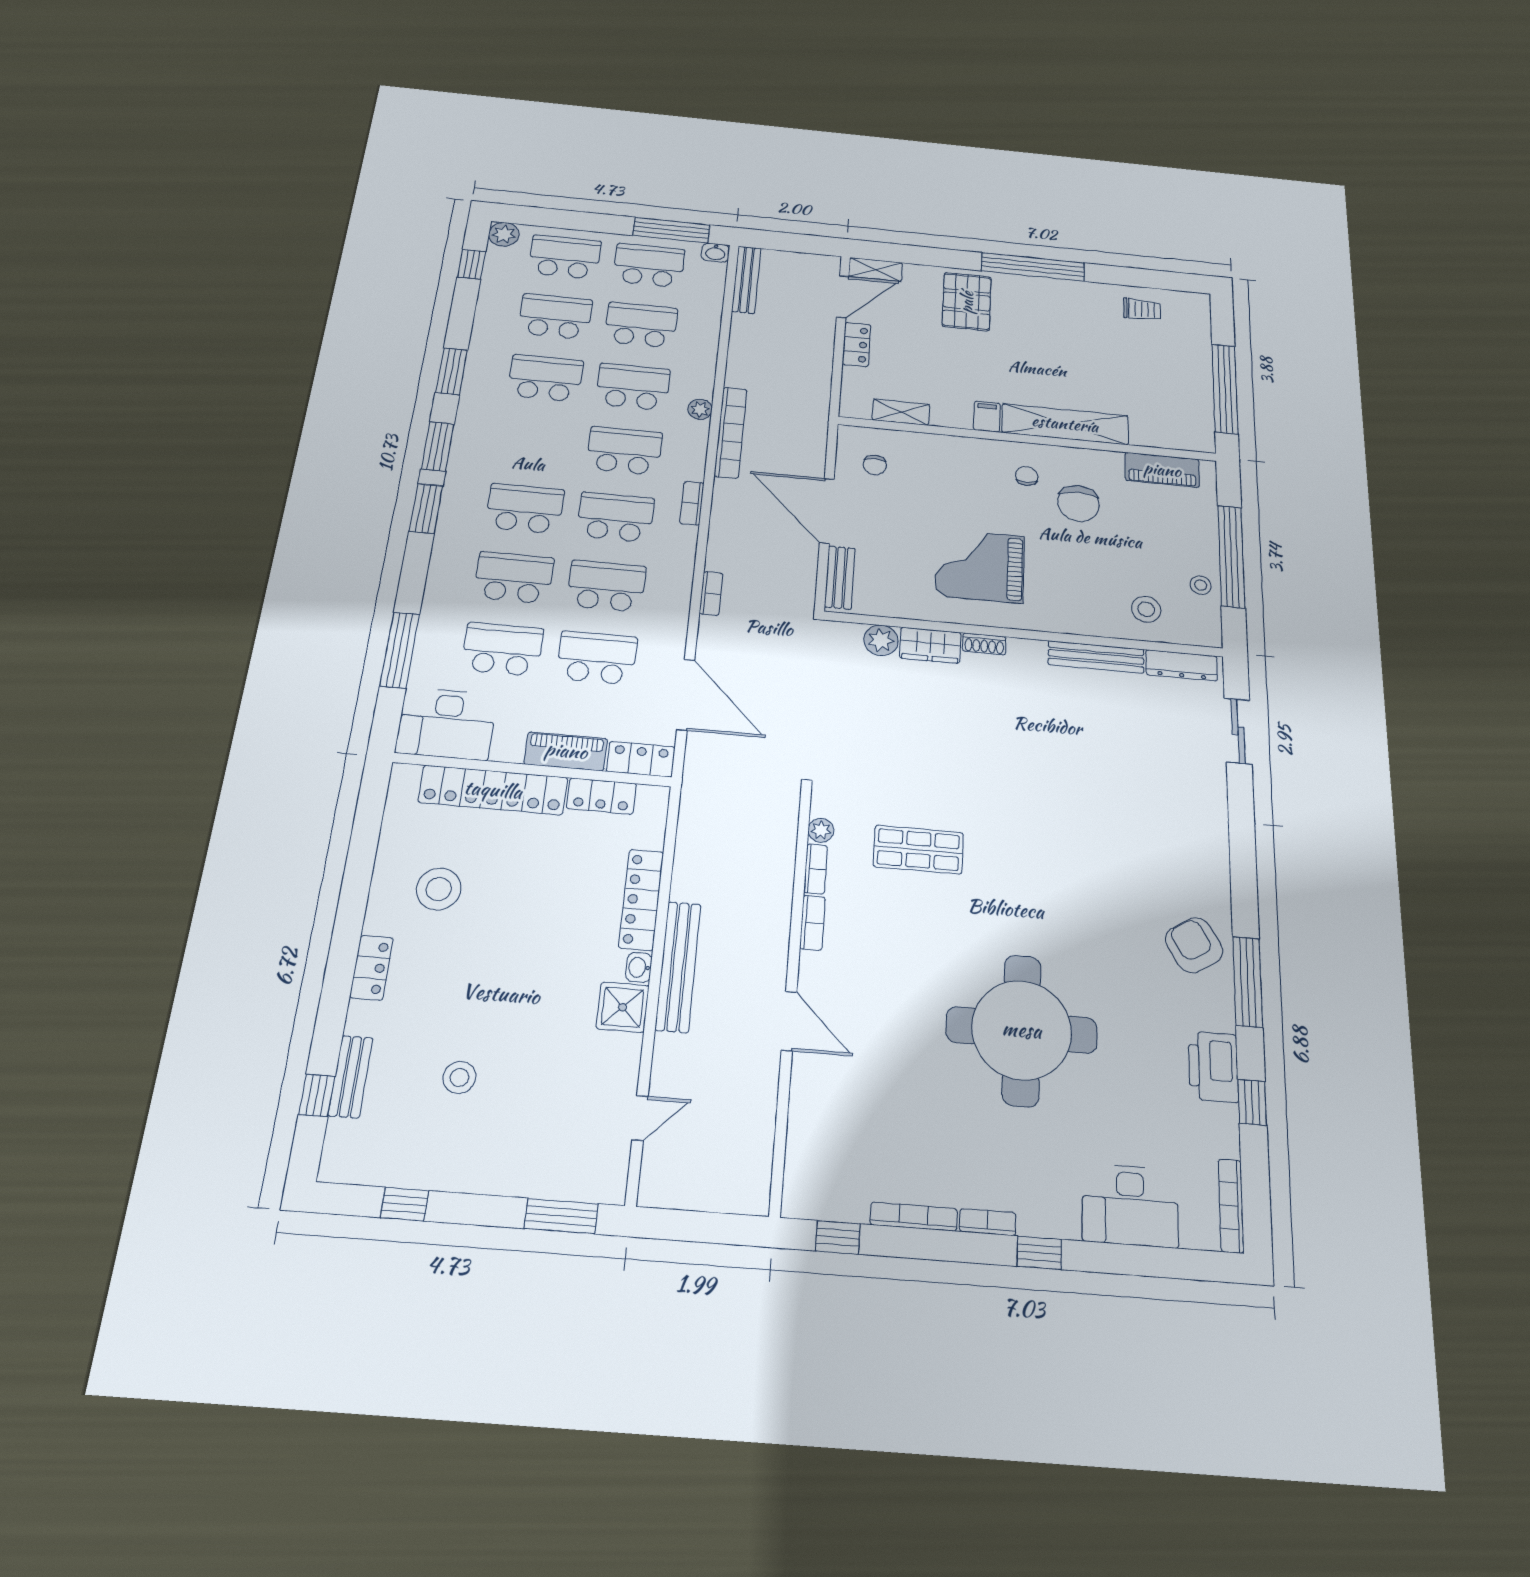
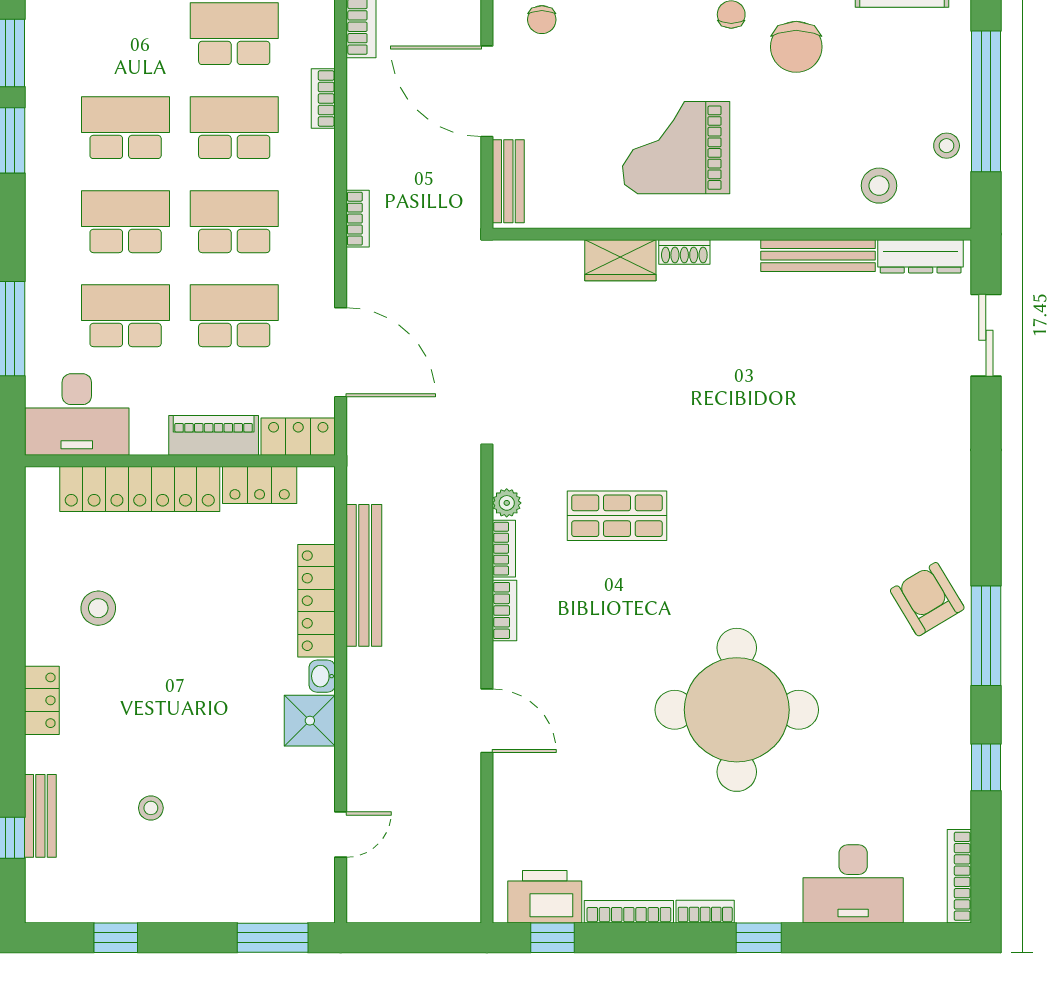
plant: (881, 640) -> (562, 260), removed
stool: (439, 889) -> (98, 608), width x0.73, depth x0.73
bench: (678, 967) -> (364, 575), moved
printer: (1213, 1067) -> (545, 897), moved, turned 90
stool: (459, 1078) -> (151, 808), width x0.73, depth x0.73

